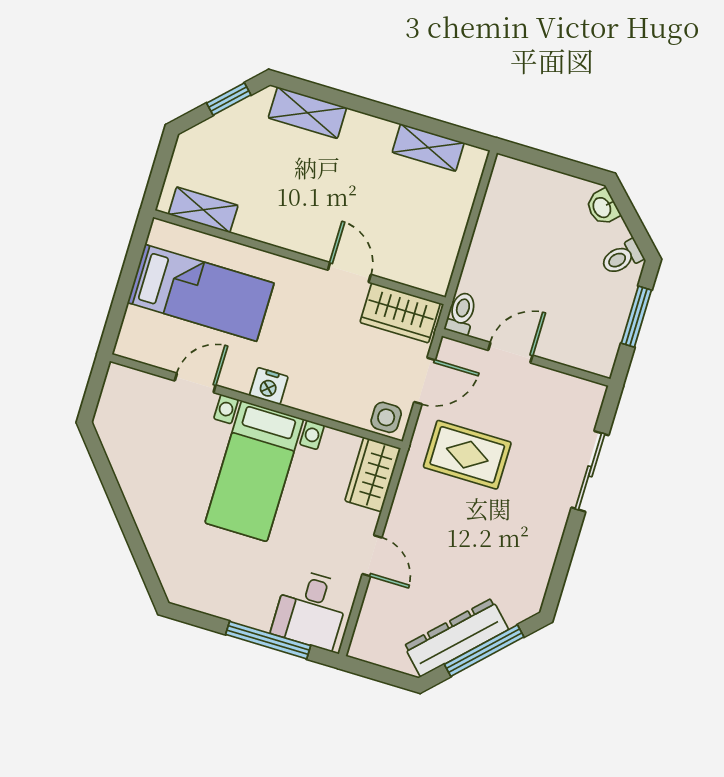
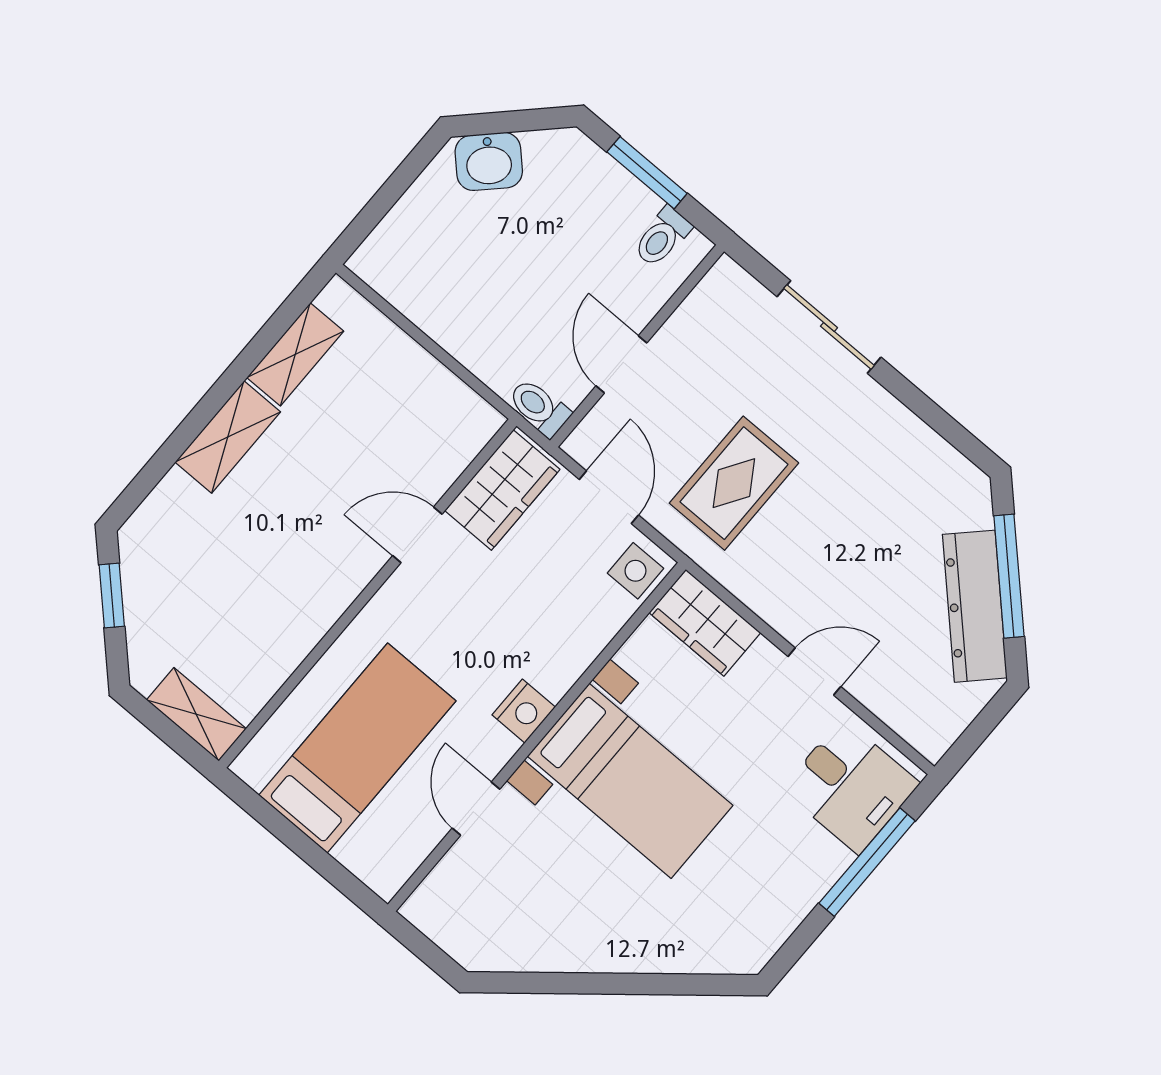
shelving: (307, 113) -> (228, 437), moved
washbasin: (603, 207) -> (489, 161), width x1.38, depth x1.45
shelving: (203, 210) -> (196, 714), moved, turned 90
toilet: (622, 257) -> (662, 237), moved, turned 45

